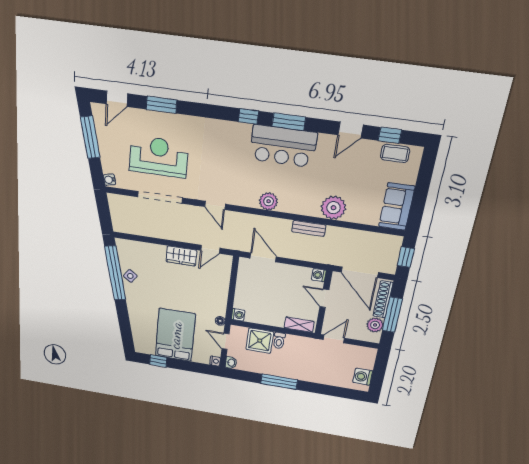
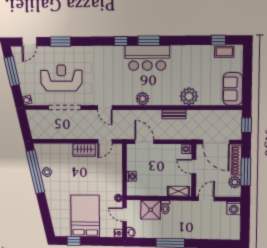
door: (351, 130) -> (191, 40), removed
washing machine: (238, 315) -> (131, 176), moved
washing machine: (363, 377) -> (234, 208), moved, turned -90

